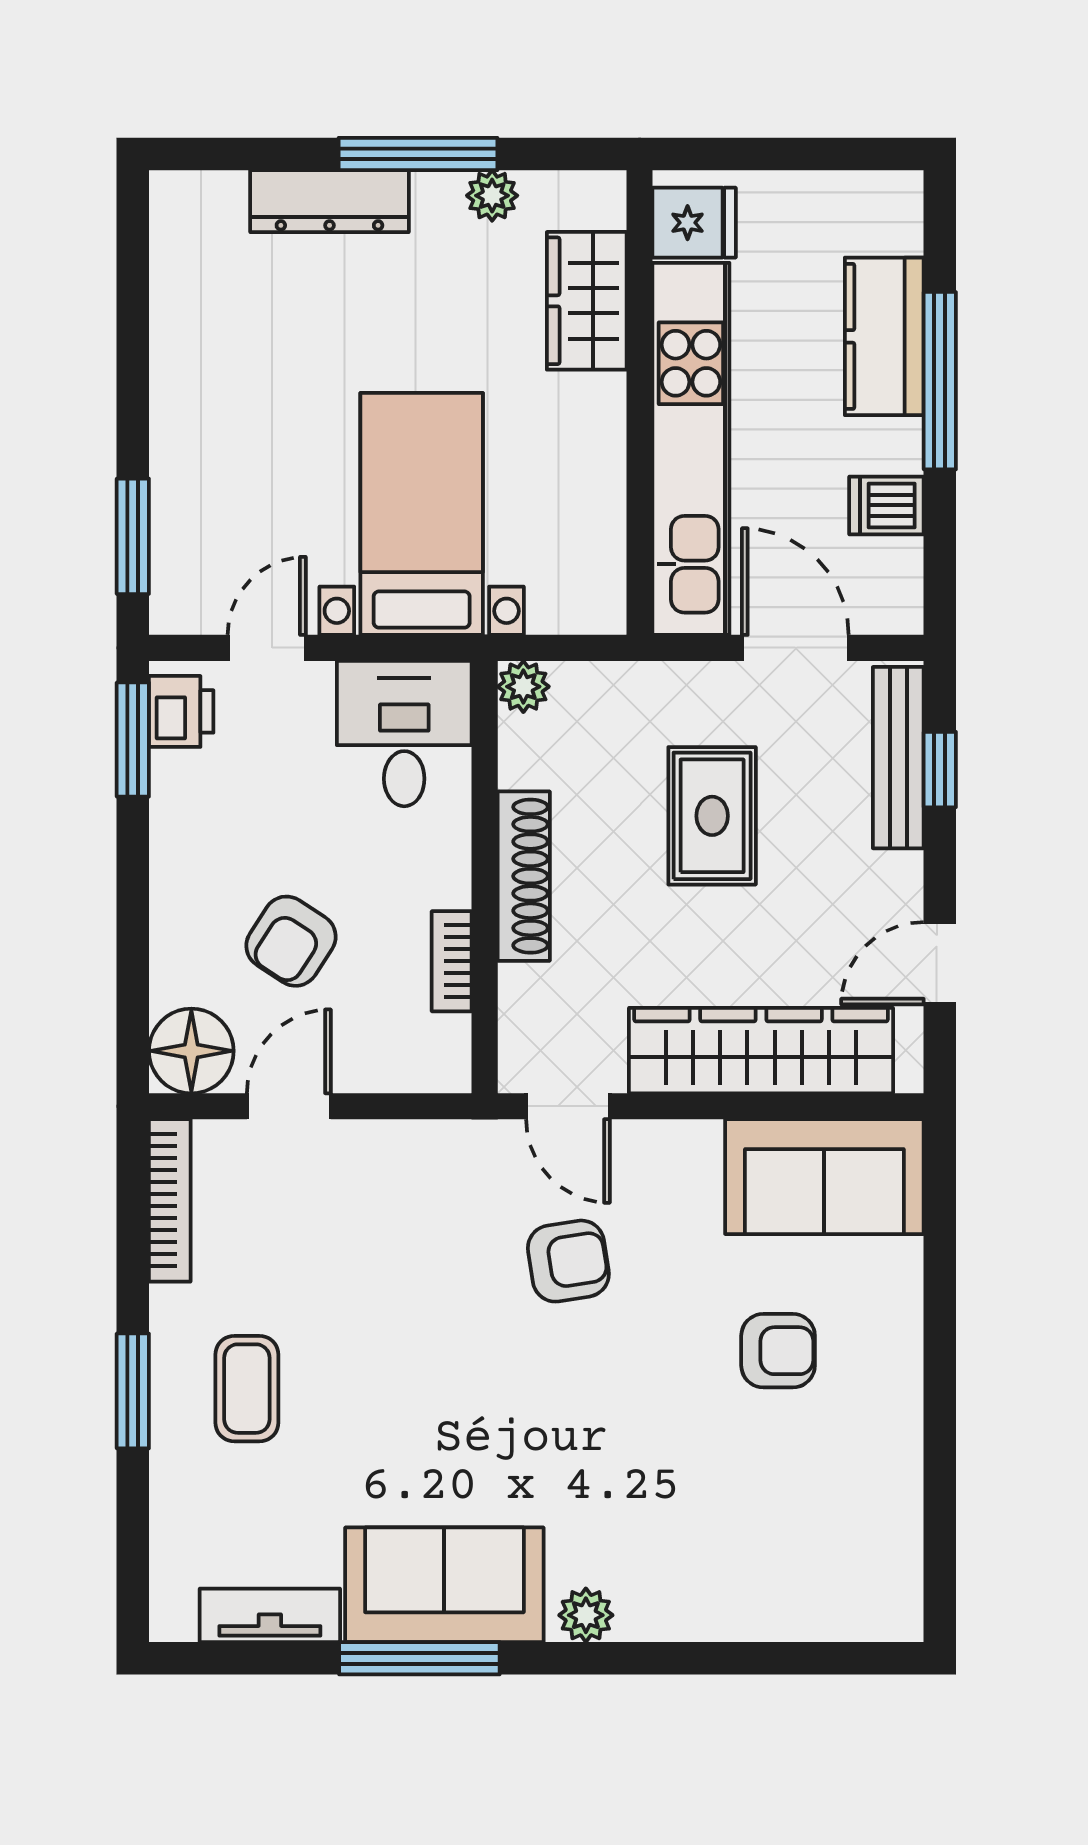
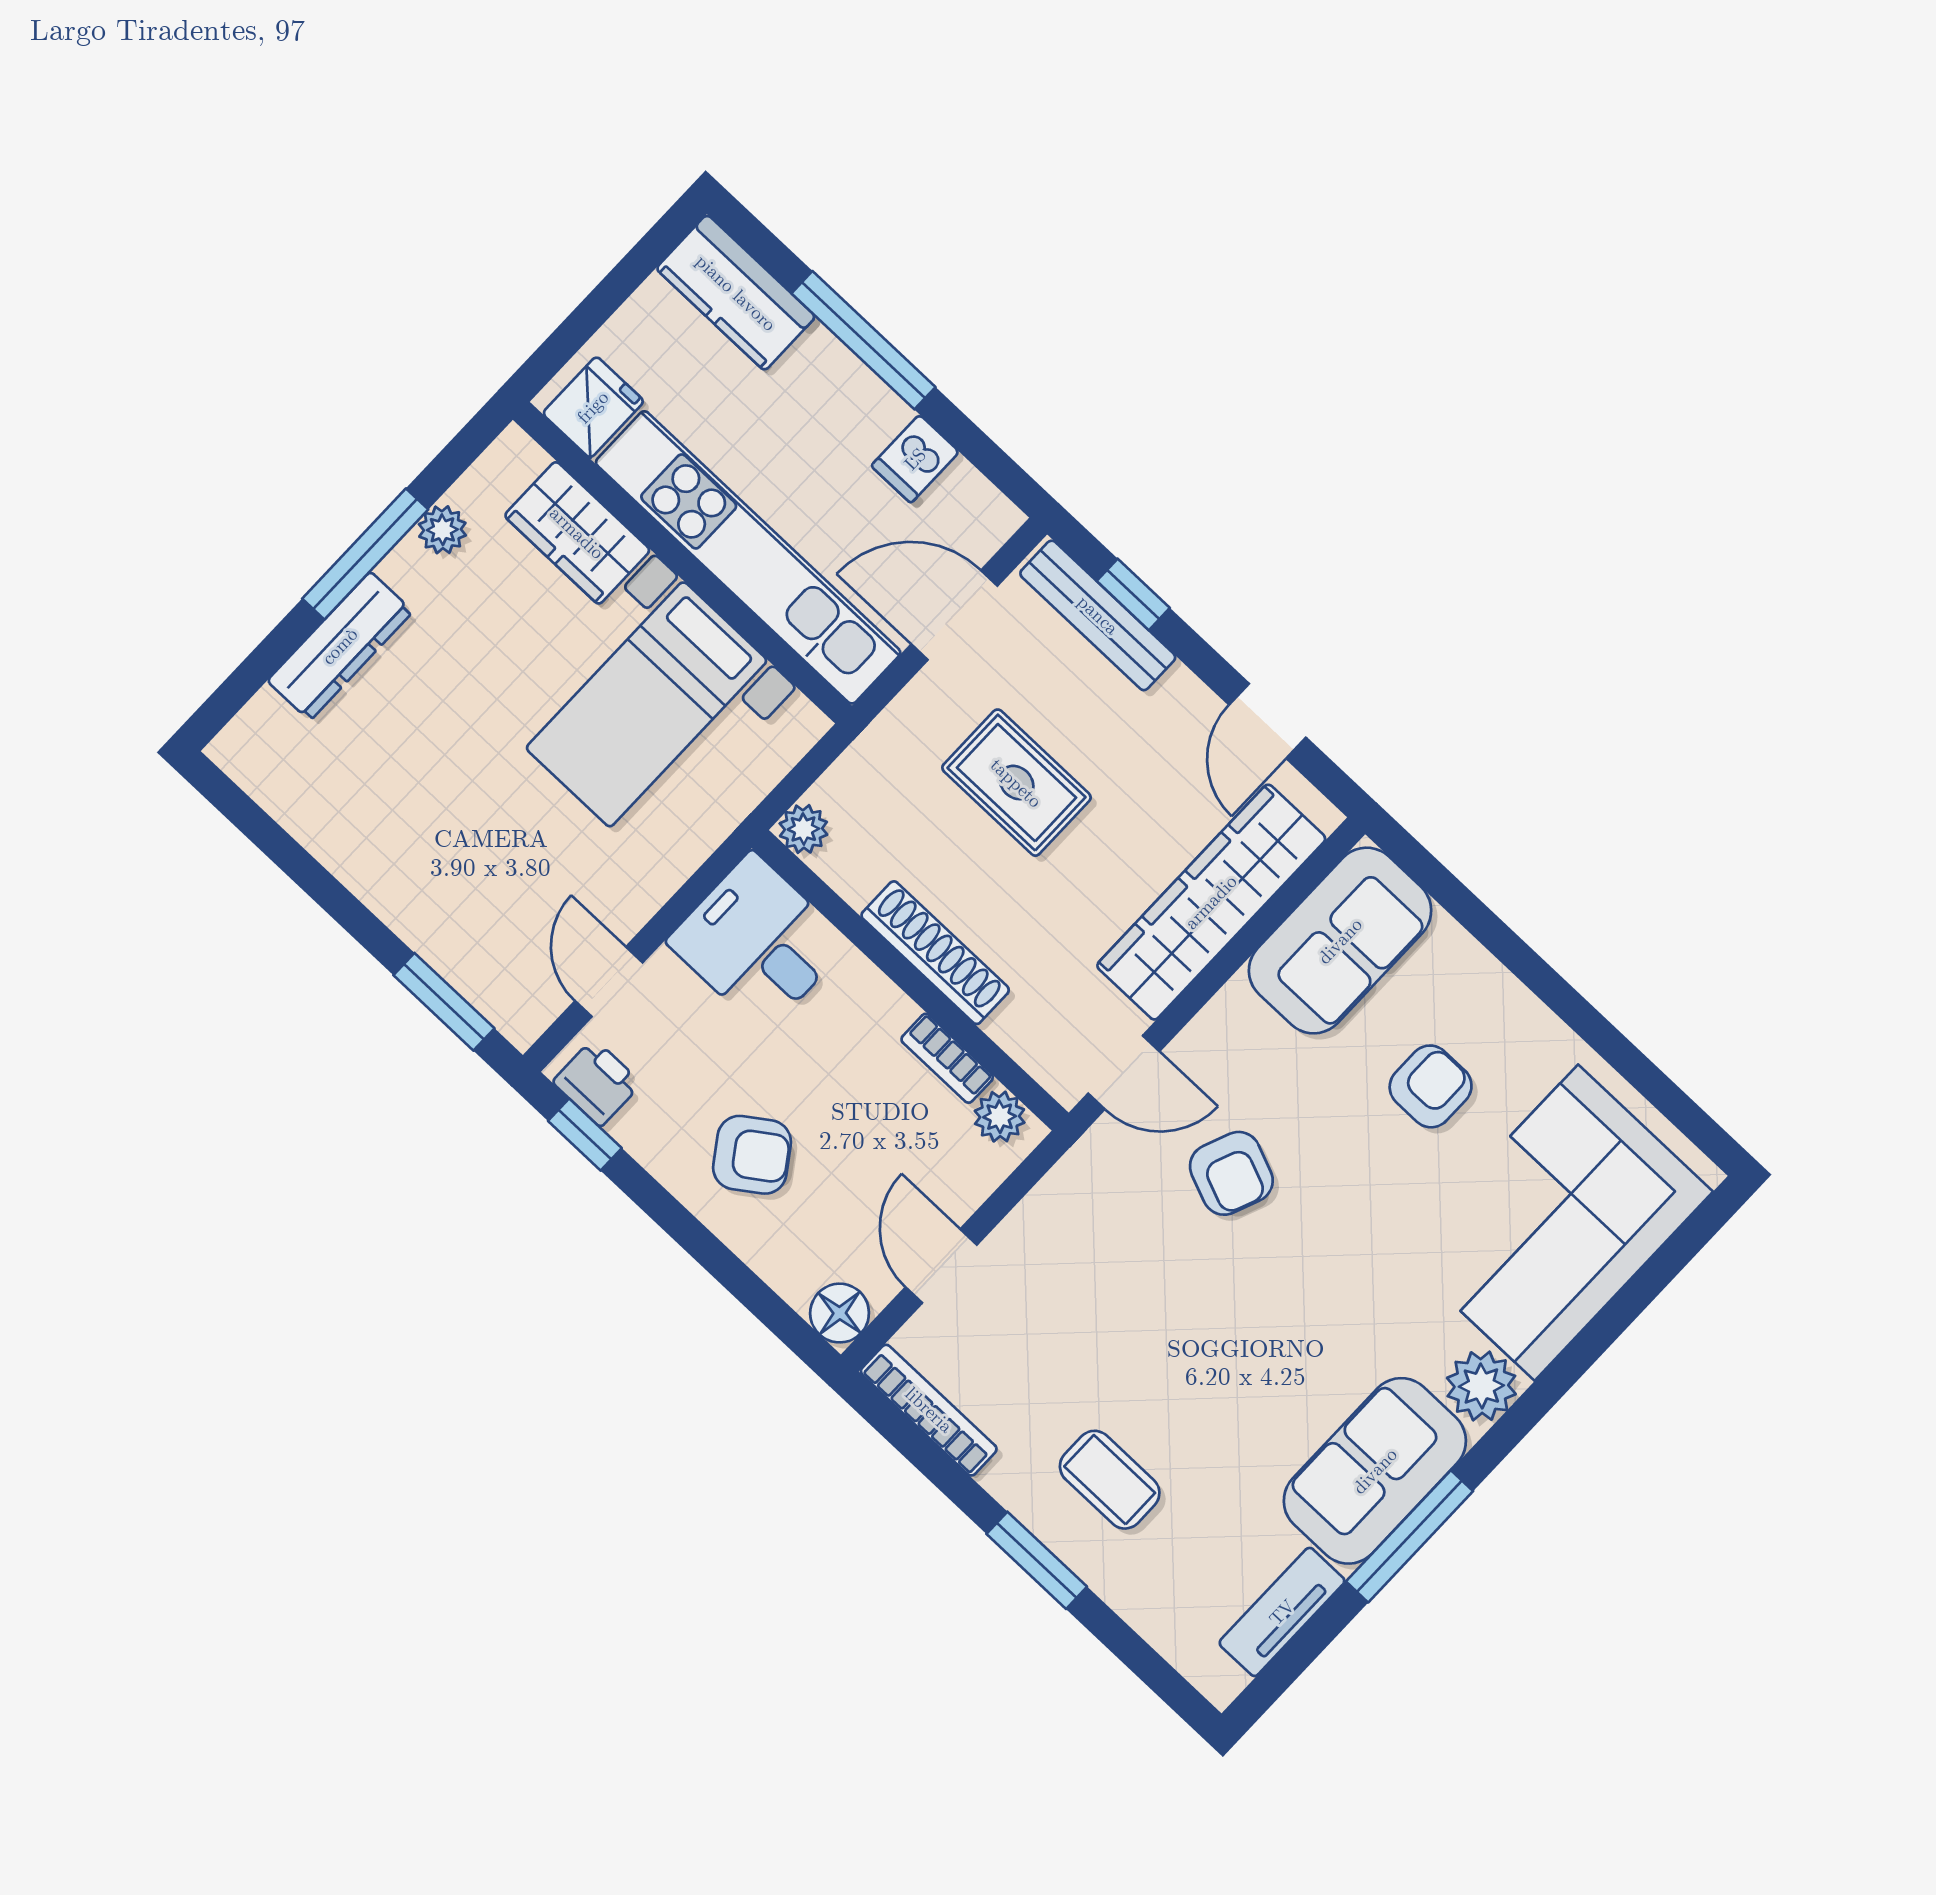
kitchen counter: (884, 336) -> (736, 293), moved
bed with nightstands: (422, 514) -> (647, 704), moved, turned -90
window: (133, 740) -> (585, 1135), width x0.67
armchair: (291, 941) -> (752, 1155), moved, turned -68
plant: (445, 1043) -> (1000, 1117), added
floor lamp: (191, 1051) -> (840, 1313), width x0.73, depth x0.73
armchair: (568, 1261) -> (1231, 1173), turned 121
corner sofa: (765, 1545) -> (1556, 1223), added
plant: (586, 1615) -> (1481, 1386), width x1.38, depth x1.38

